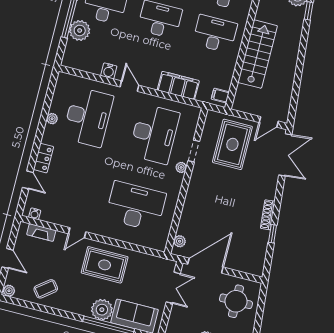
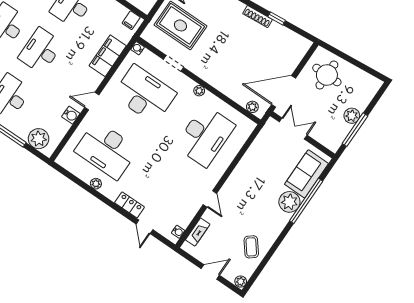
plant: (80, 30) -> (39, 139), moved
water cooler: (196, 111) -> (138, 48), added
desk: (88, 117) -> (106, 150), turned 180
plant: (181, 167) -> (199, 91), moved
door: (28, 180) -> (144, 227), swing flipped
desk: (136, 206) -> (205, 136), turned 180
rug: (105, 265) -> (249, 184), removed
door: (205, 266) -> (284, 91), hinge flipped

